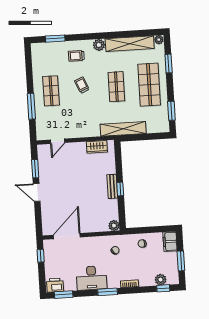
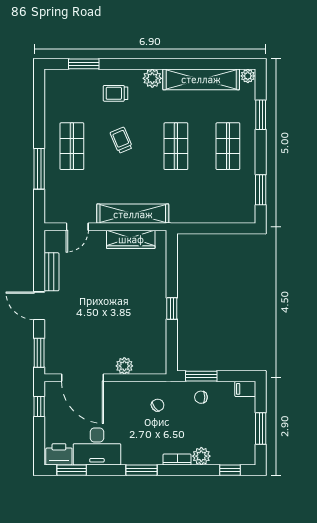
shop shelf: (149, 85) -> (228, 146), width x0.70, depth x0.74
shelving: (123, 129) -> (133, 214), moved
wardrobe: (97, 147) -> (131, 239), width x1.50
window: (35, 169) -> (39, 353), moved
bench: (112, 186) -> (51, 272), moved
plant: (114, 226) -> (124, 366), moved
window: (141, 230) -> (201, 376), added
door: (67, 236) -> (82, 378), swing flipped
filing cabinet: (170, 241) -> (245, 389), width x0.50
desk: (91, 278) -> (97, 447), moved
plant: (161, 280) -> (201, 456), moved

